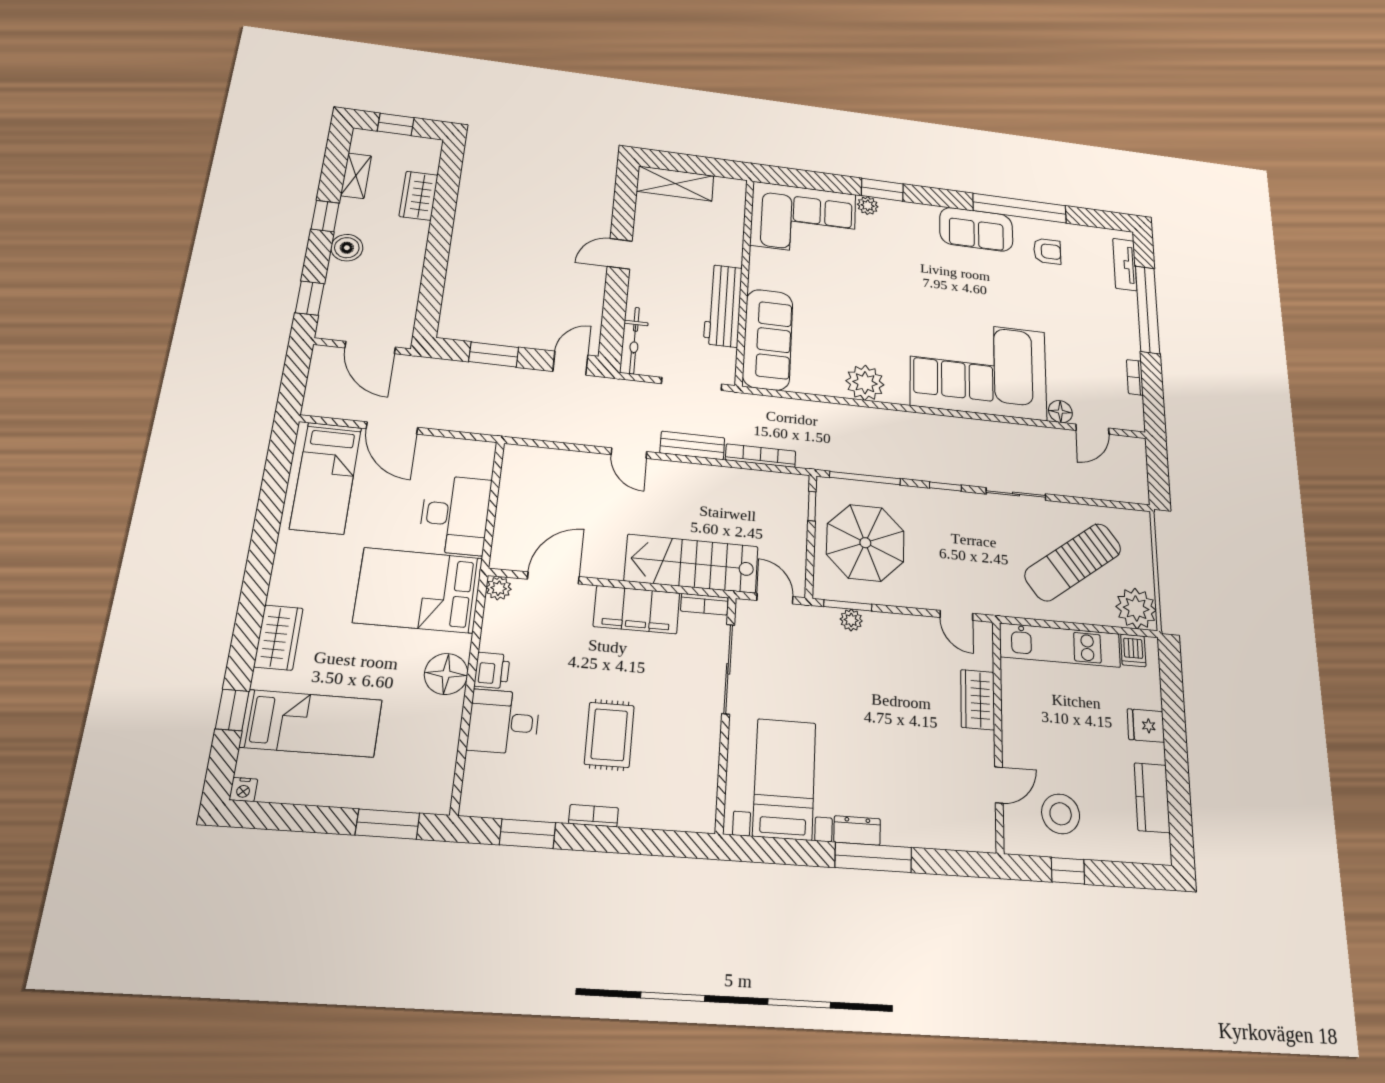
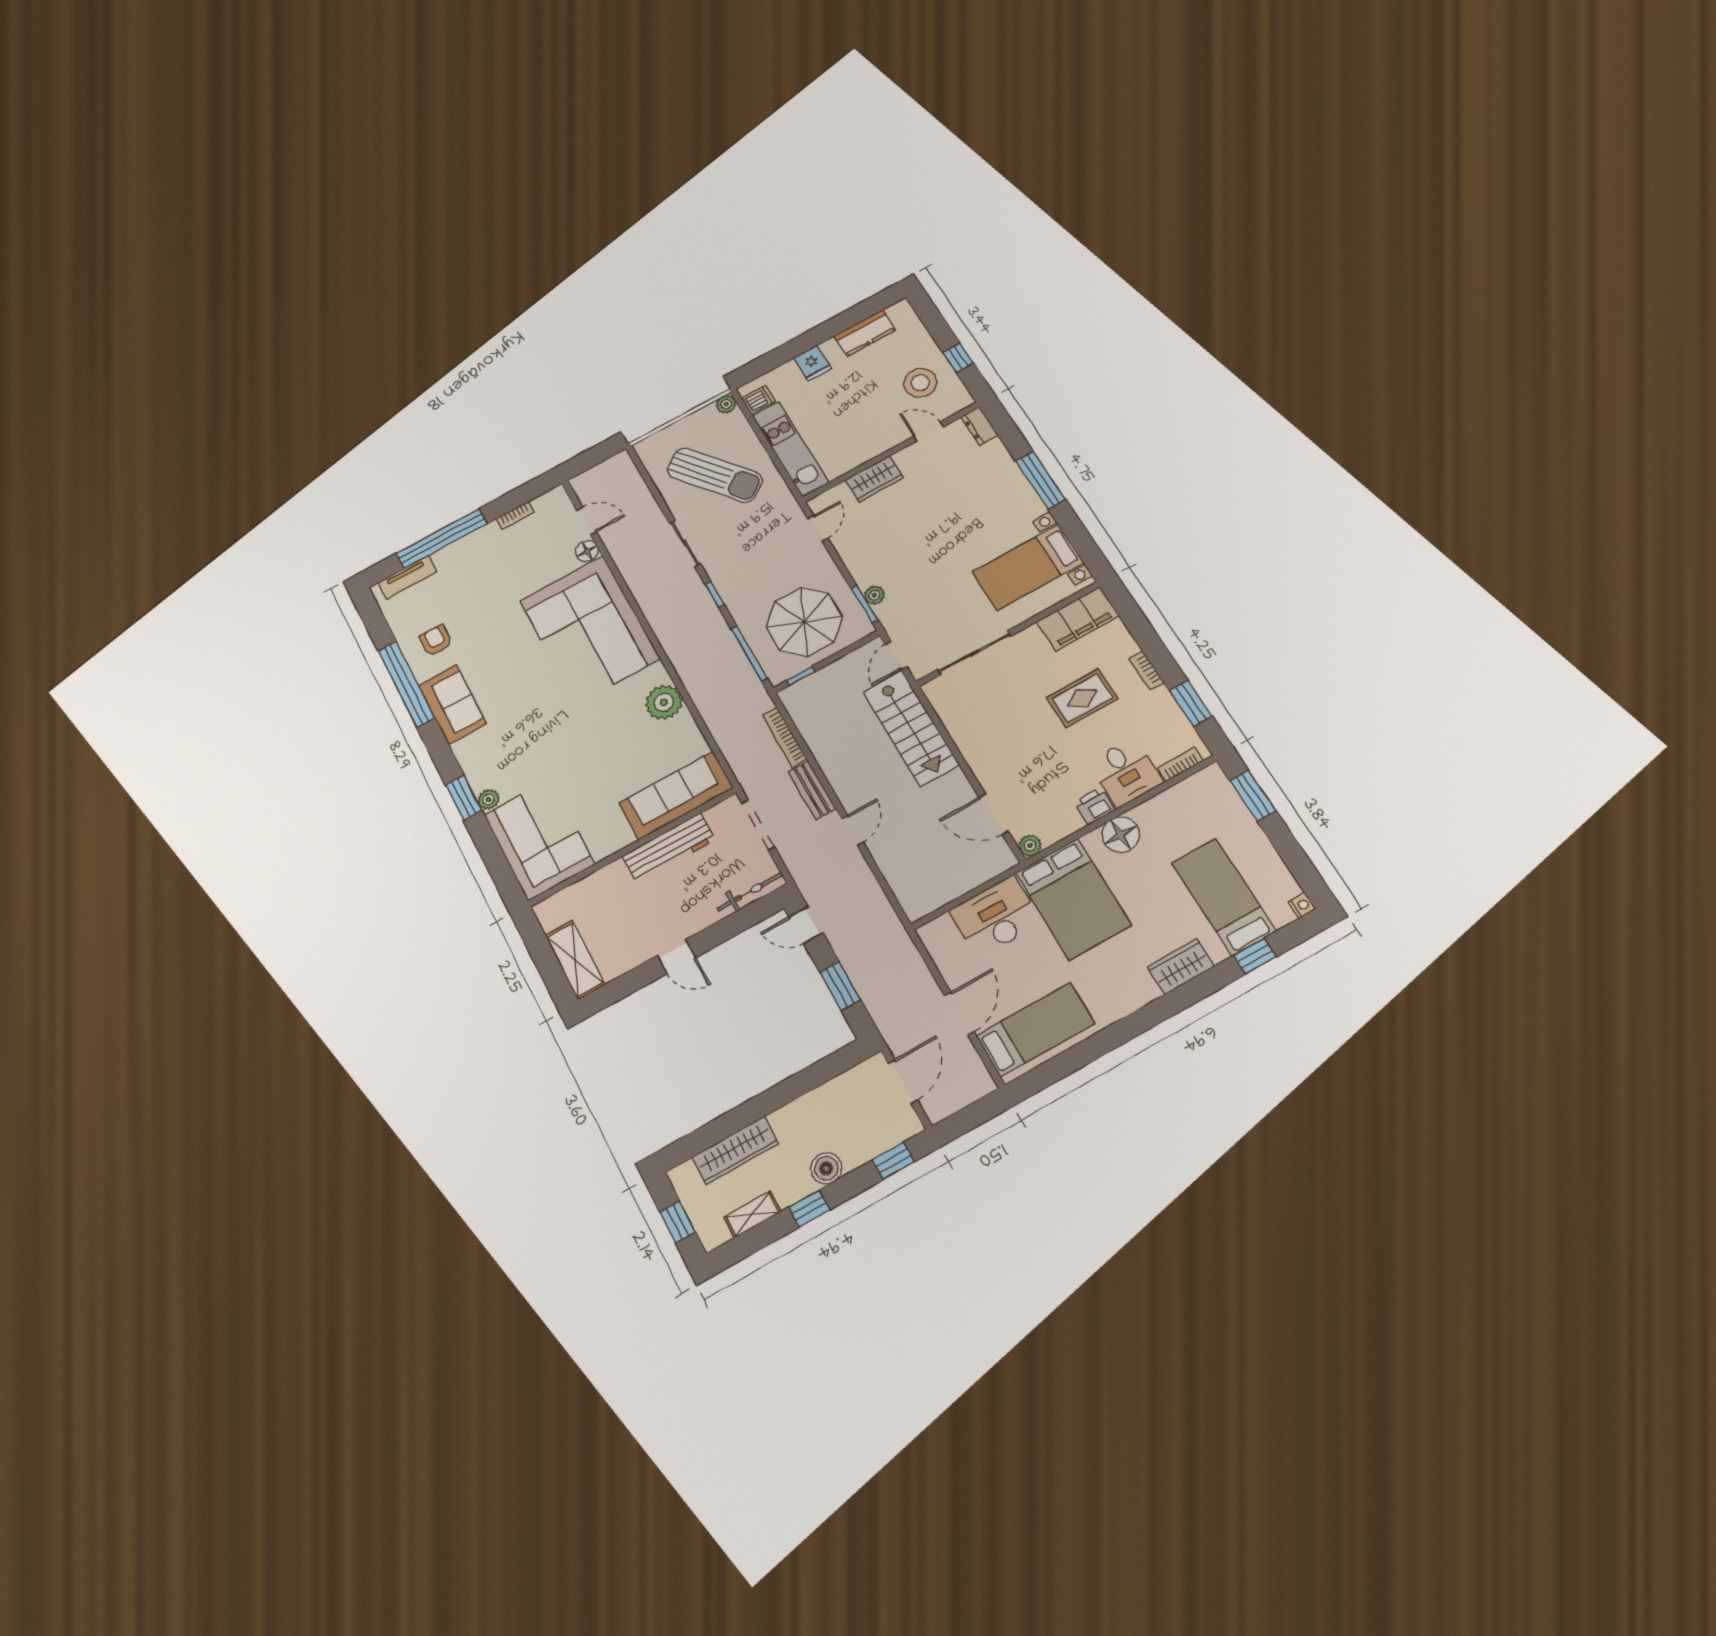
wardrobe: (419, 196) -> (735, 1150), width x1.50
bookcase: (704, 604) -> (1180, 764), moved, turned -90
plant: (1136, 608) -> (726, 404), width x0.53, depth x0.53
filing cabinet: (637, 610) -> (1078, 619), moved, turned 90
dresser: (857, 830) -> (979, 426), moved

